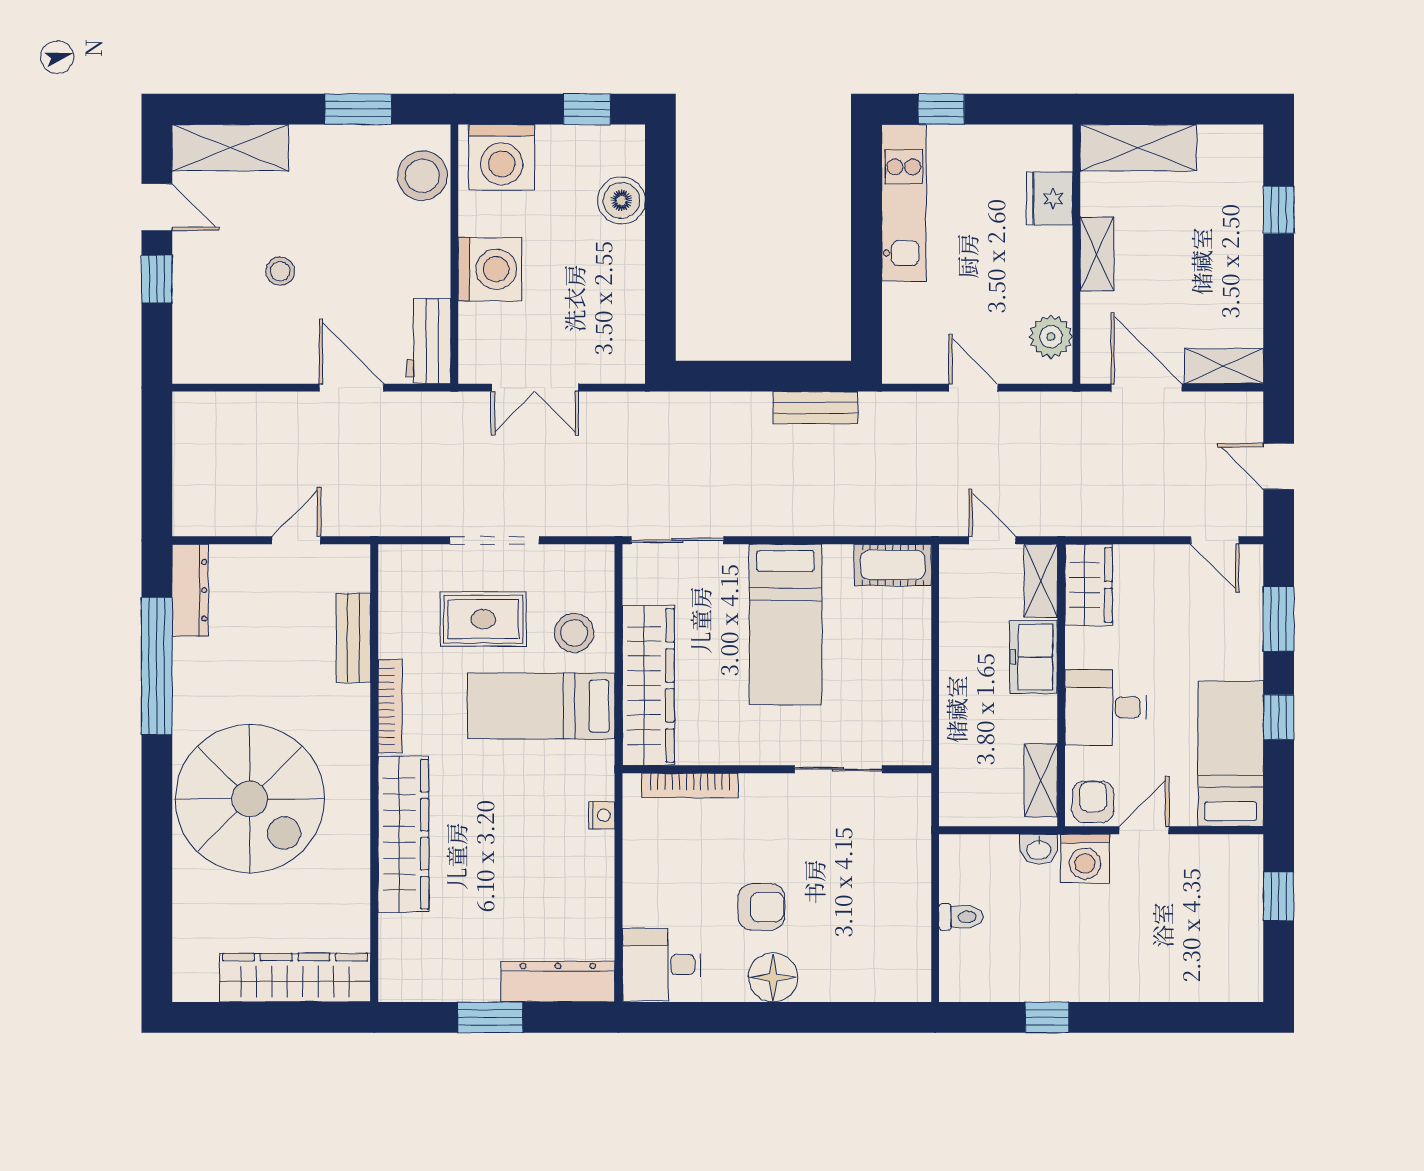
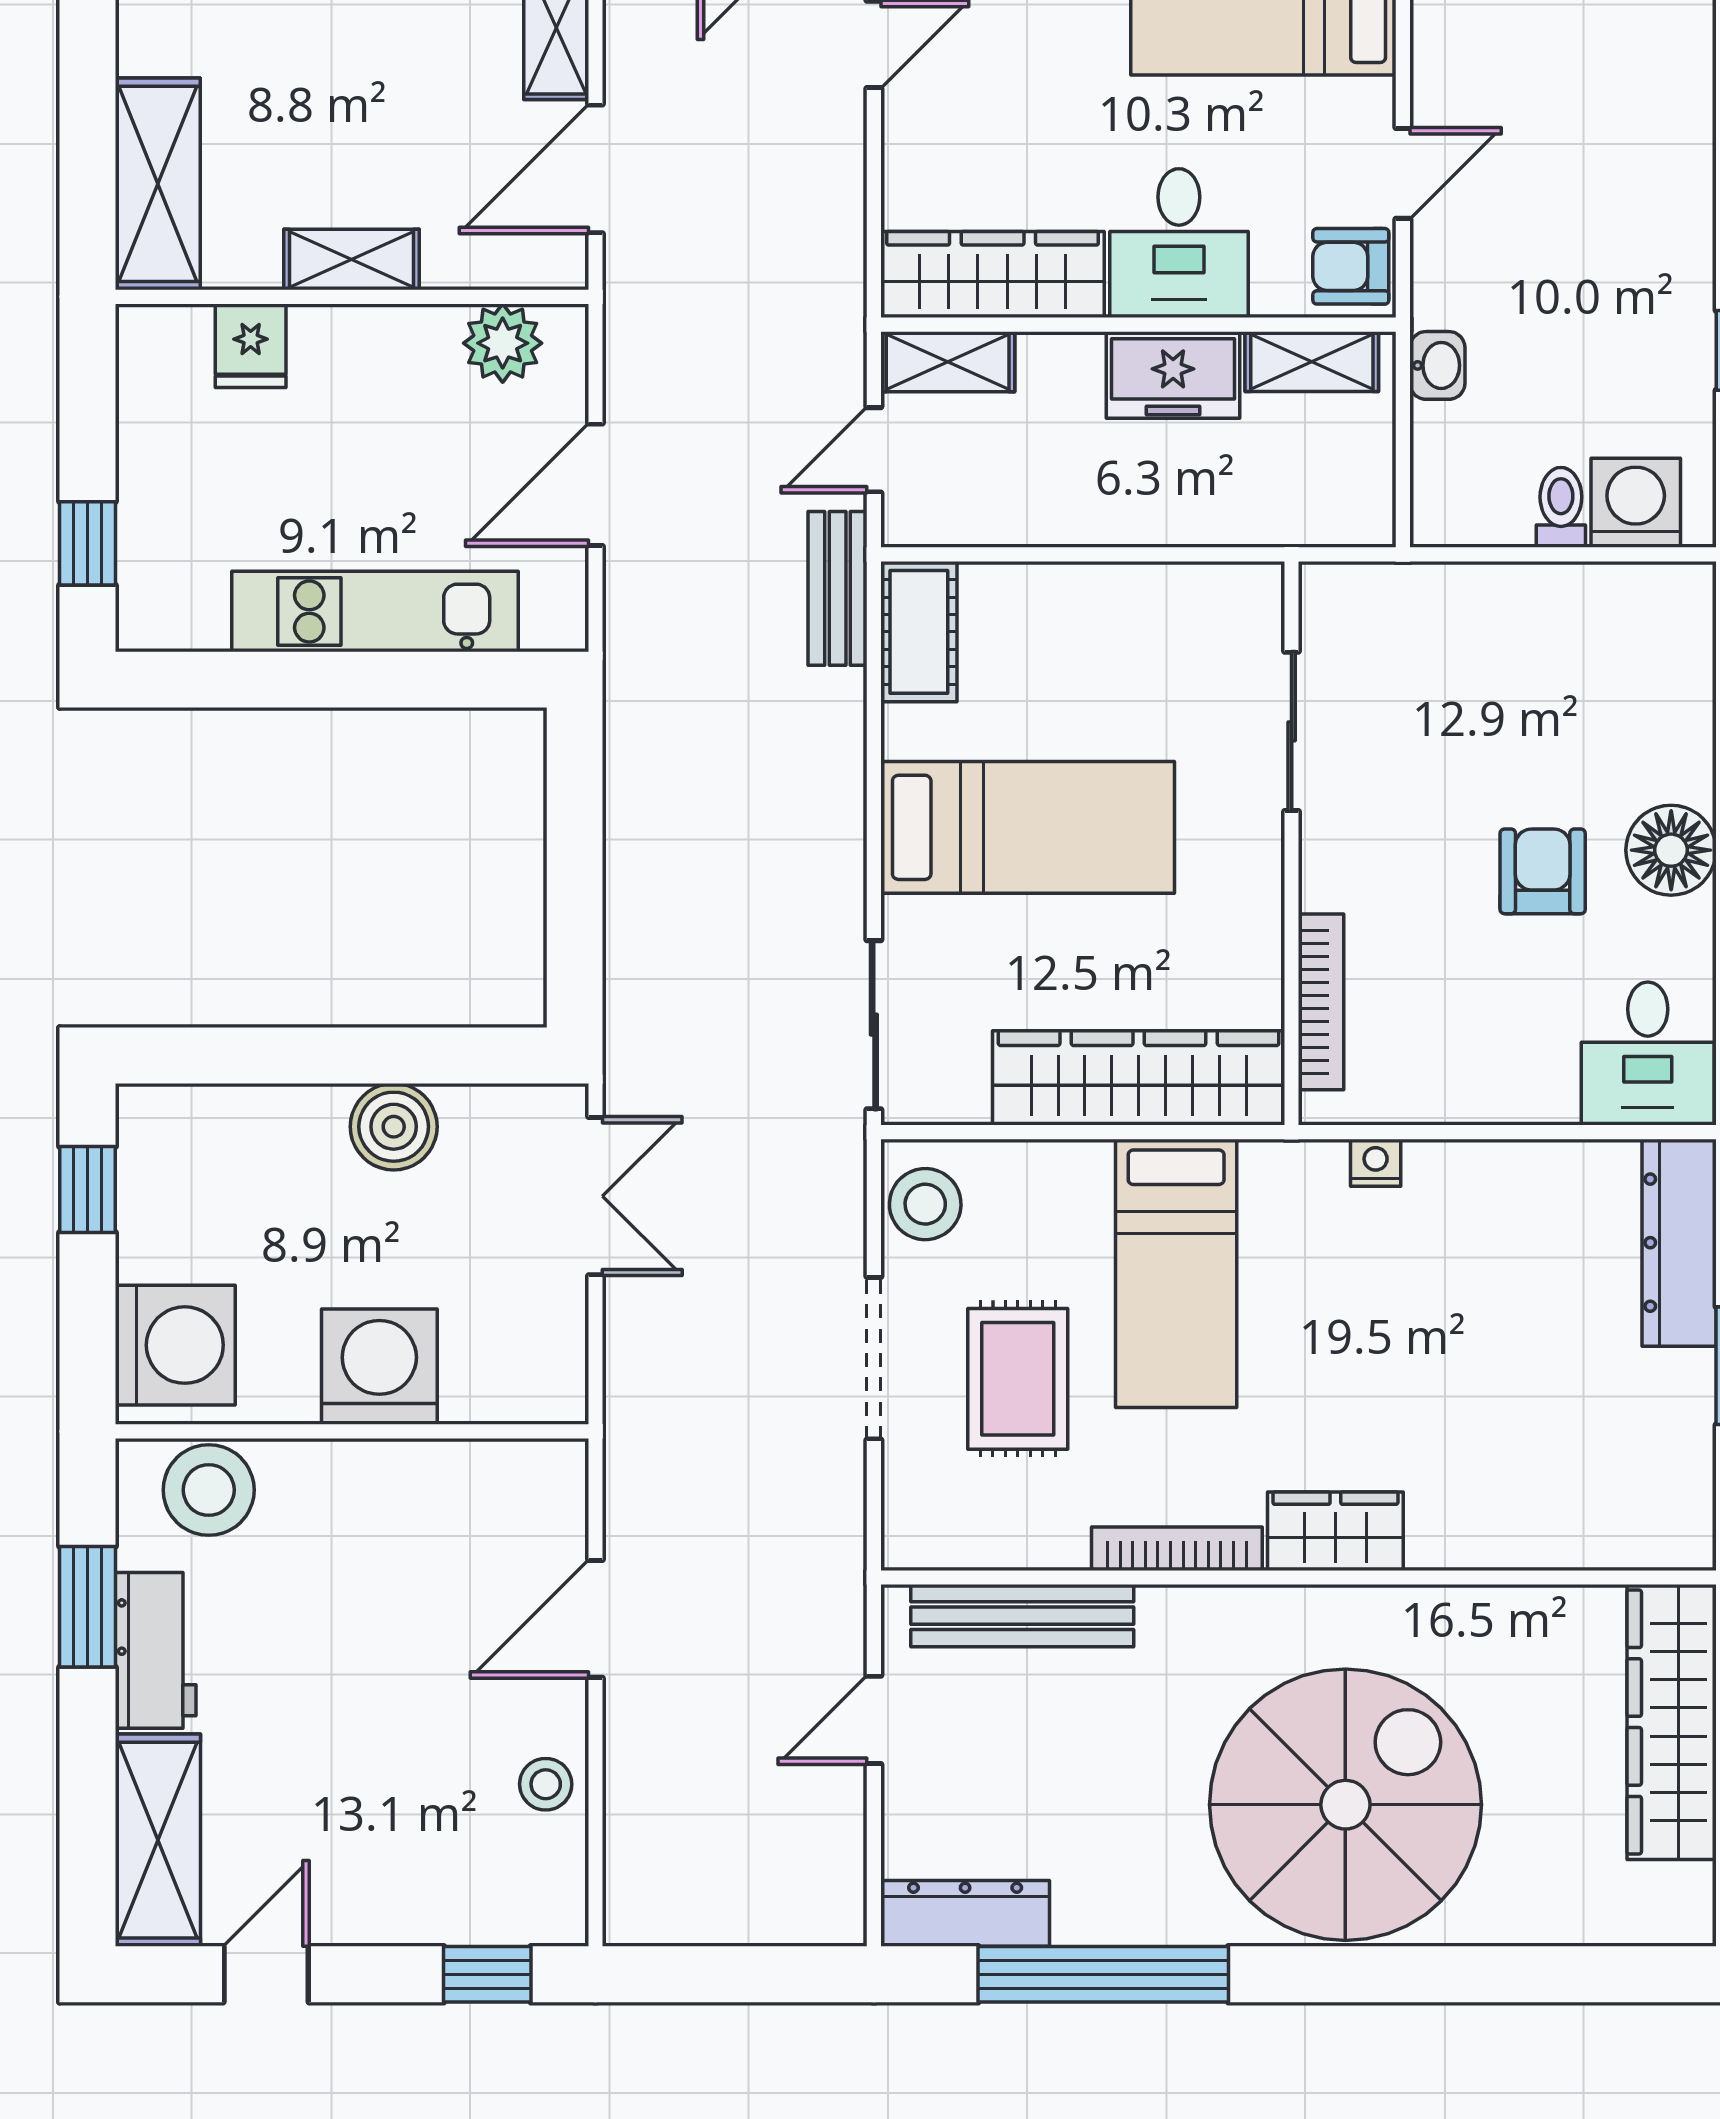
fridge: (1050, 199) -> (251, 346), width x0.72
boiler: (621, 200) -> (394, 1127), moved
kitchen unit: (904, 203) -> (375, 611), moved
stool: (280, 271) -> (546, 1784), moved
window: (157, 279) -> (487, 1974), moved
workbench: (429, 341) -> (156, 1650), moved, turned -90
double door: (535, 388) -> (596, 1196), moved
door: (973, 388) -> (596, 485), width x1.38
bench: (816, 408) -> (838, 588), moved
door: (296, 540) -> (874, 1720), hinge flipped
wardrobe: (1089, 585) -> (993, 275), width x1.50
stool: (574, 633) -> (925, 1204), moved
bench: (353, 638) -> (1022, 1616), width x1.36
freezer: (1034, 657) -> (1173, 375), moved
door: (1144, 830) -> (1403, 173), swing flipped
wardrobe: (403, 834) -> (1335, 1531), width x0.48, depth x0.85
washing machine: (1085, 859) -> (1636, 503), moved, turned -90

